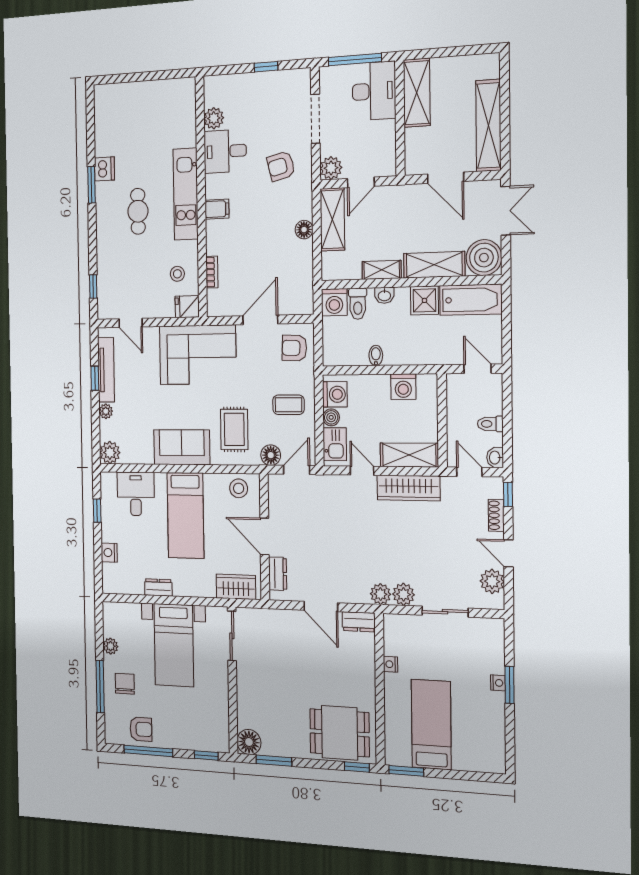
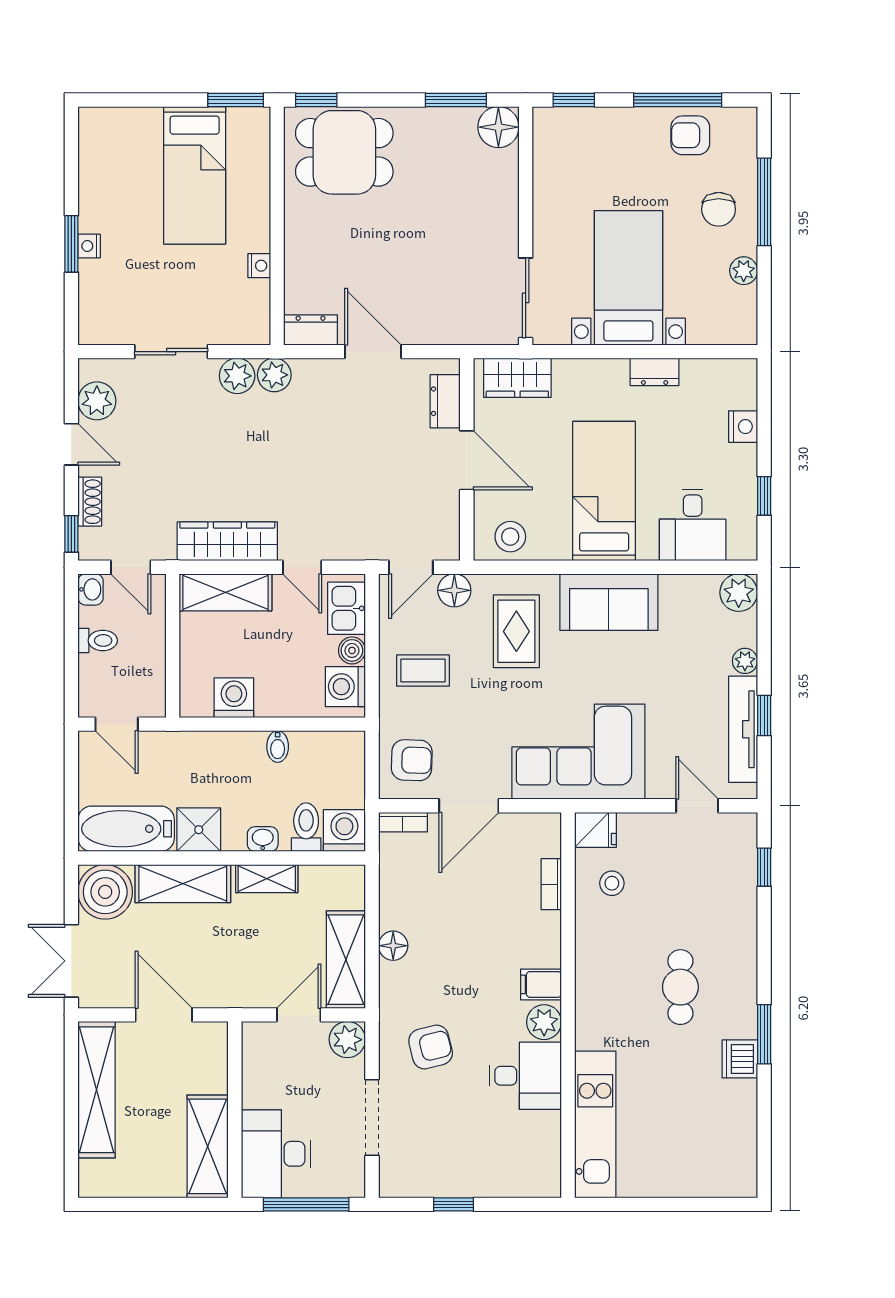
plant: (214, 118) -> (544, 1022), moved
kitchen unit: (186, 194) -> (595, 1124), moved
bookcase: (299, 309) -> (403, 822), added

